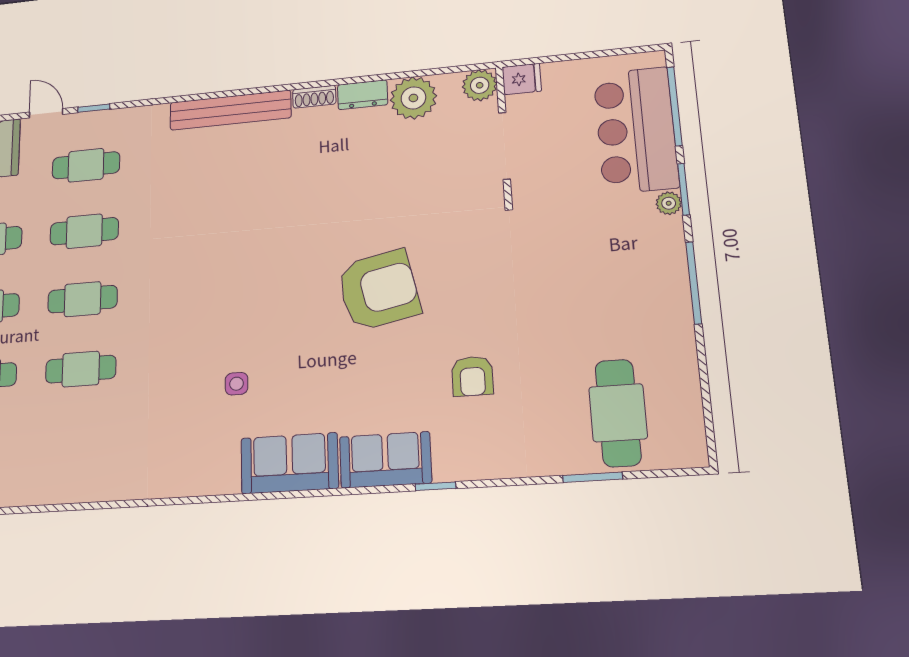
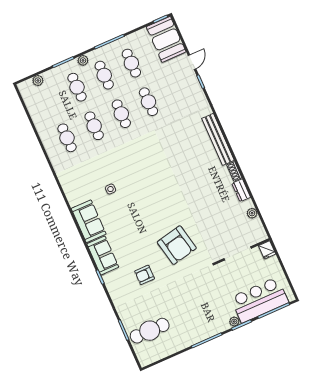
plant: (480, 85) -> (259, 235), removed
plant: (413, 98) -> (252, 213), width x0.53, depth x0.53
cafe table: (86, 165) -> (67, 138), moved
armchair: (379, 290) -> (177, 245), moved

